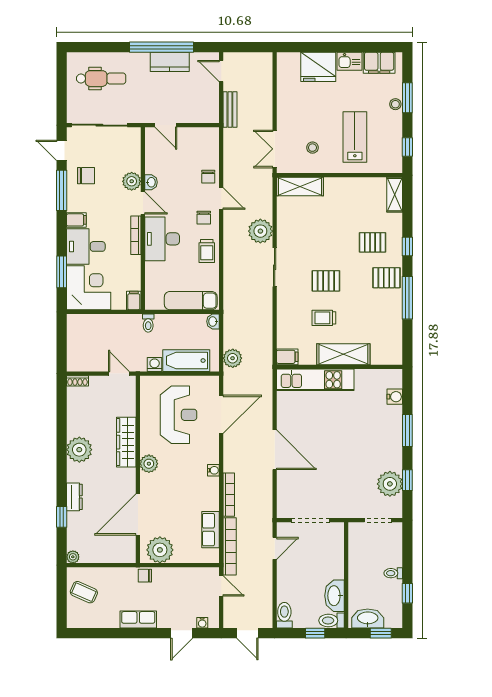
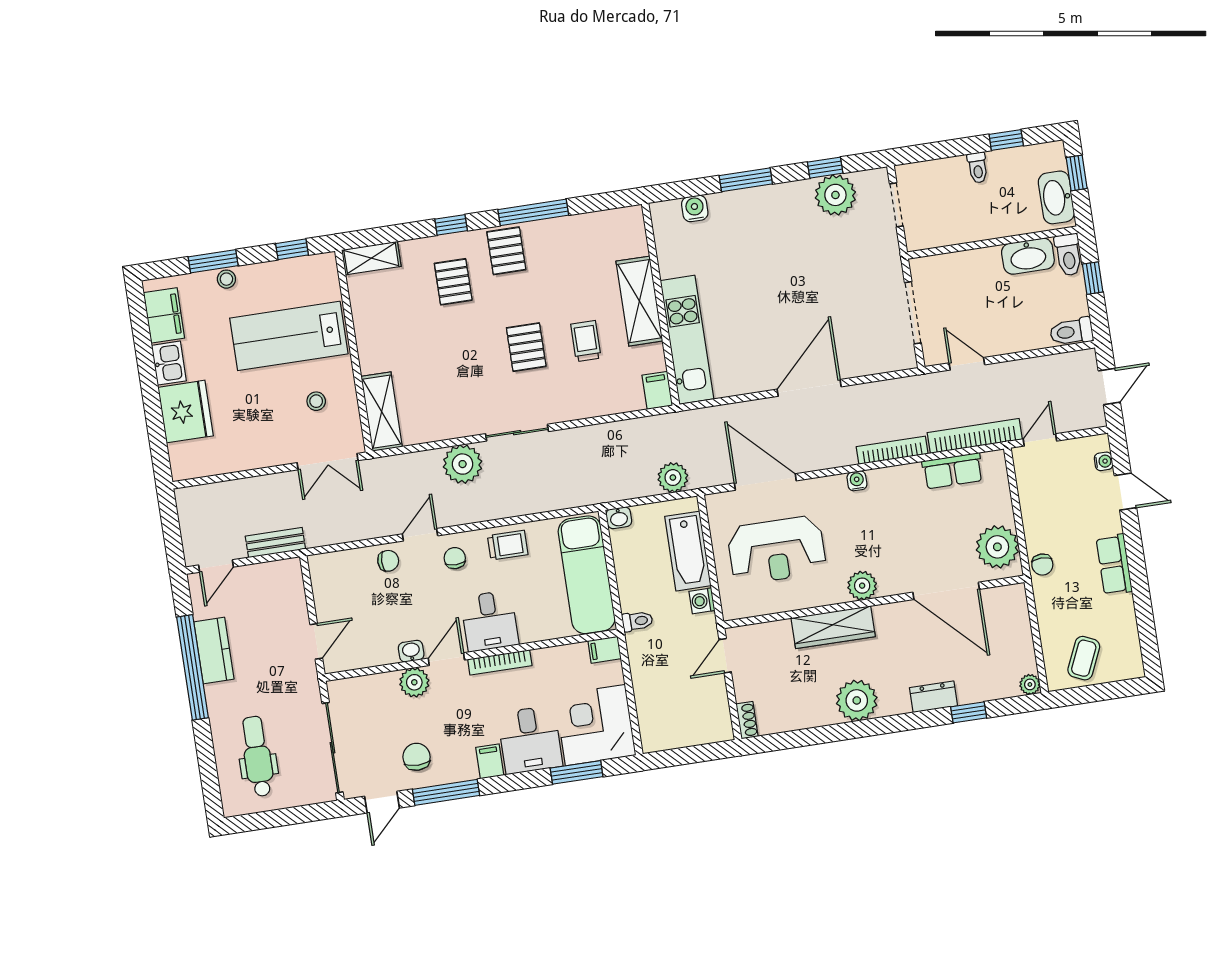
lab bench: (355, 137) -> (289, 336), width x1.36, depth x1.39
chair: (204, 218) -> (455, 558), turned -90
desk: (162, 239) -> (490, 621), width x0.73
exam couch: (191, 301) -> (587, 575), width x1.36, depth x1.45
trolley: (324, 318) -> (586, 341), turned 180
reception desk: (179, 415) -> (777, 550), turned 180

